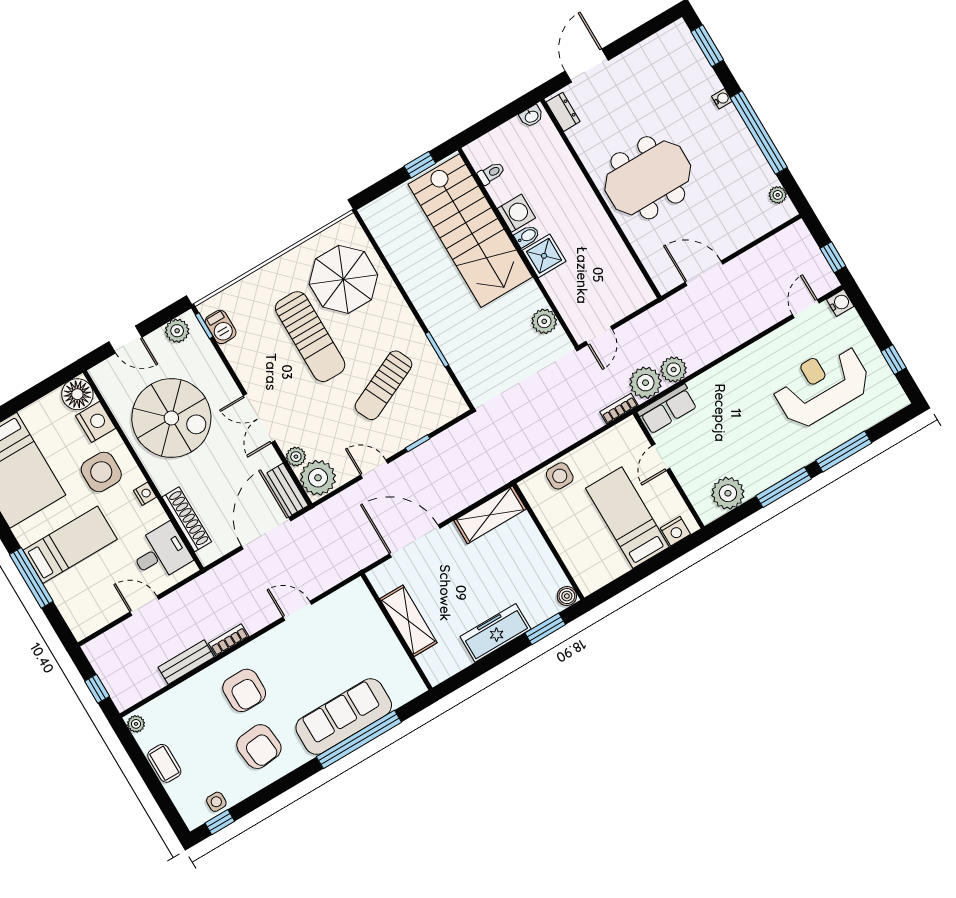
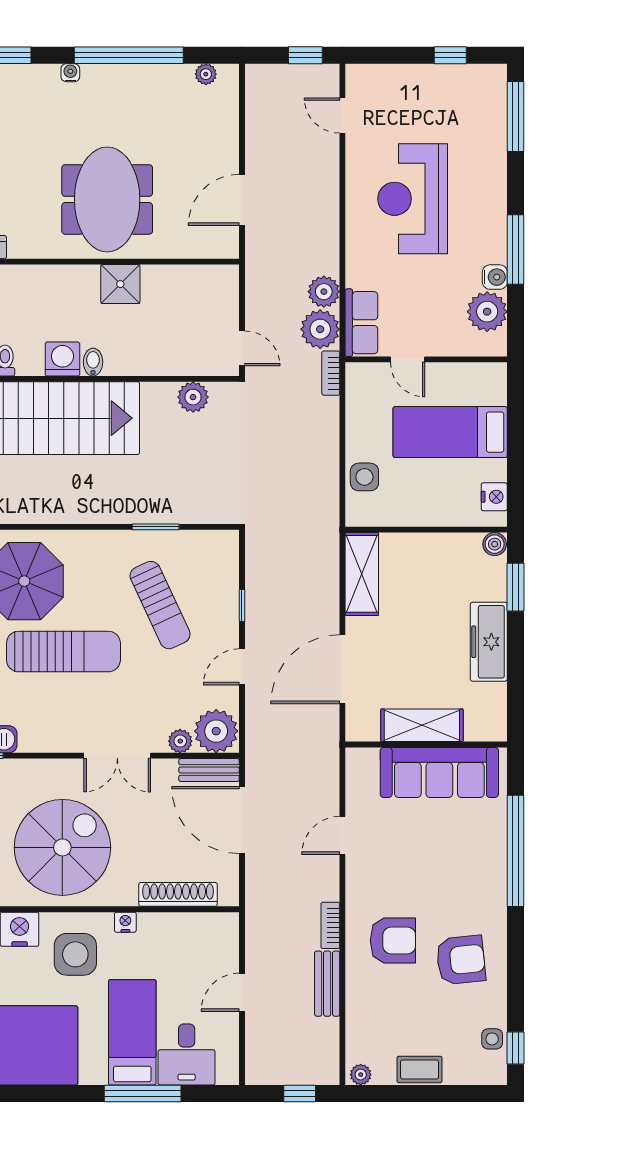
shower: (544, 256) -> (120, 284), moved
water cooler: (840, 303) -> (495, 277), moved, turned 90
reception desk: (821, 386) -> (413, 199), moved
window: (844, 452) -> (515, 117), moved
nightstand: (675, 531) -> (494, 497), moved
desk: (161, 553) -> (187, 1054), moved, turned 180
sofa: (344, 717) -> (439, 772), moved, turned -90

